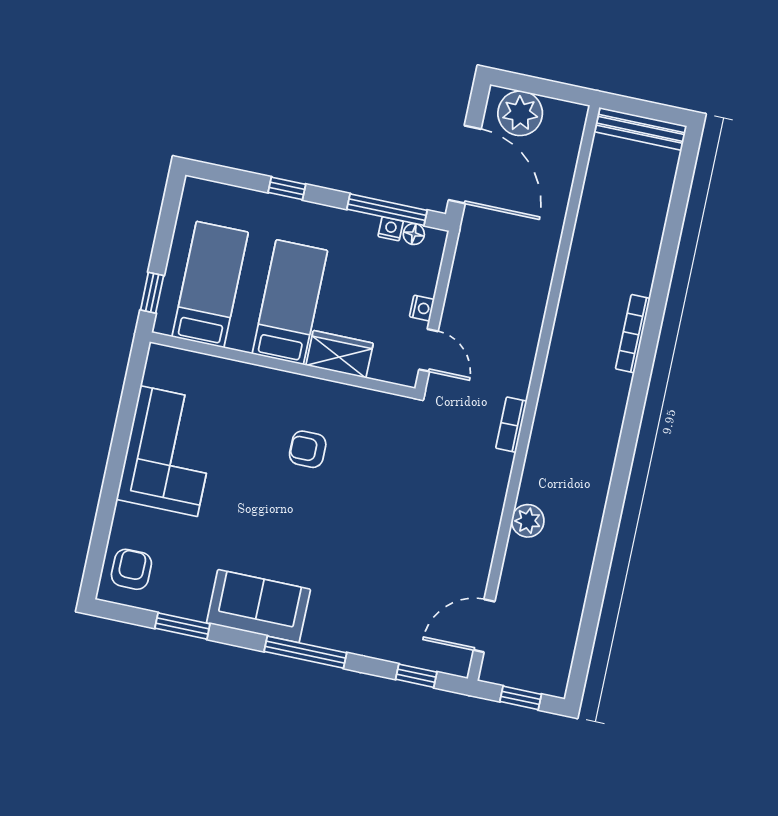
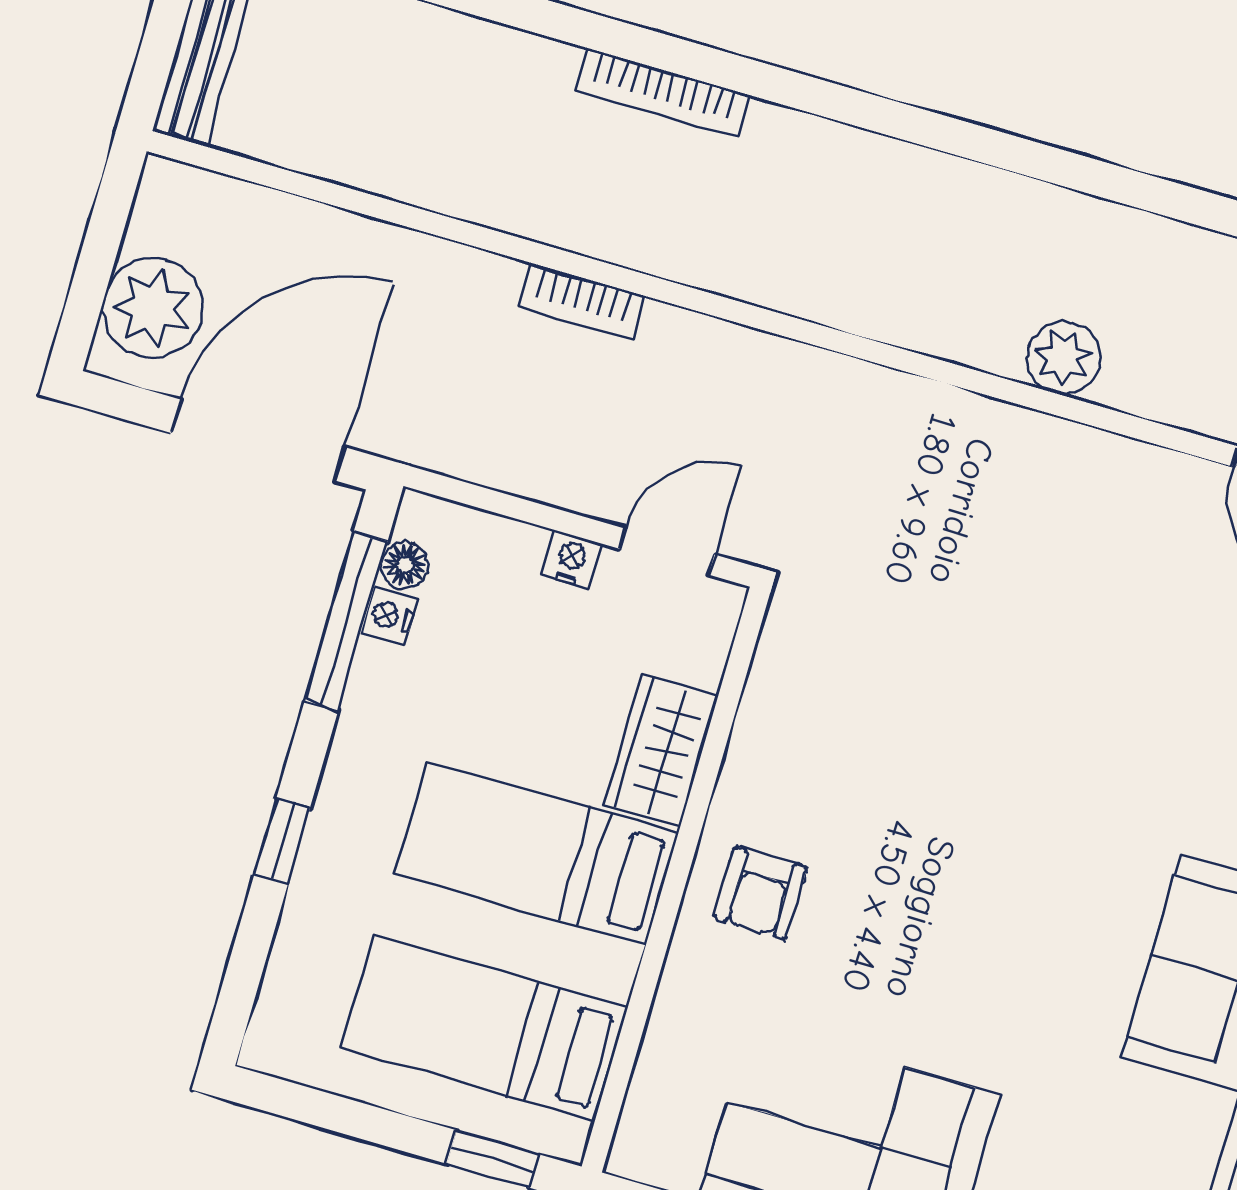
bookcase: (511, 425) -> (582, 302), moved
armchair: (308, 449) -> (760, 893), moved

